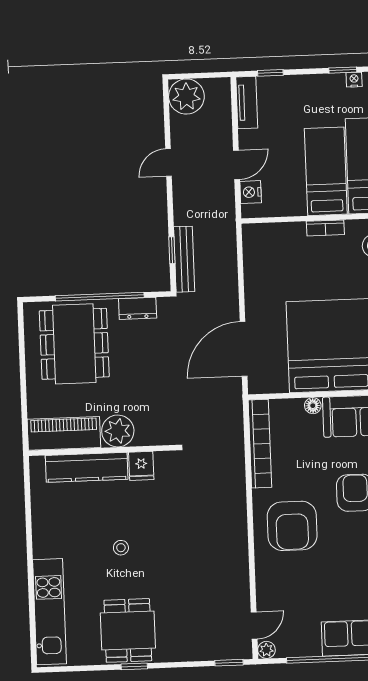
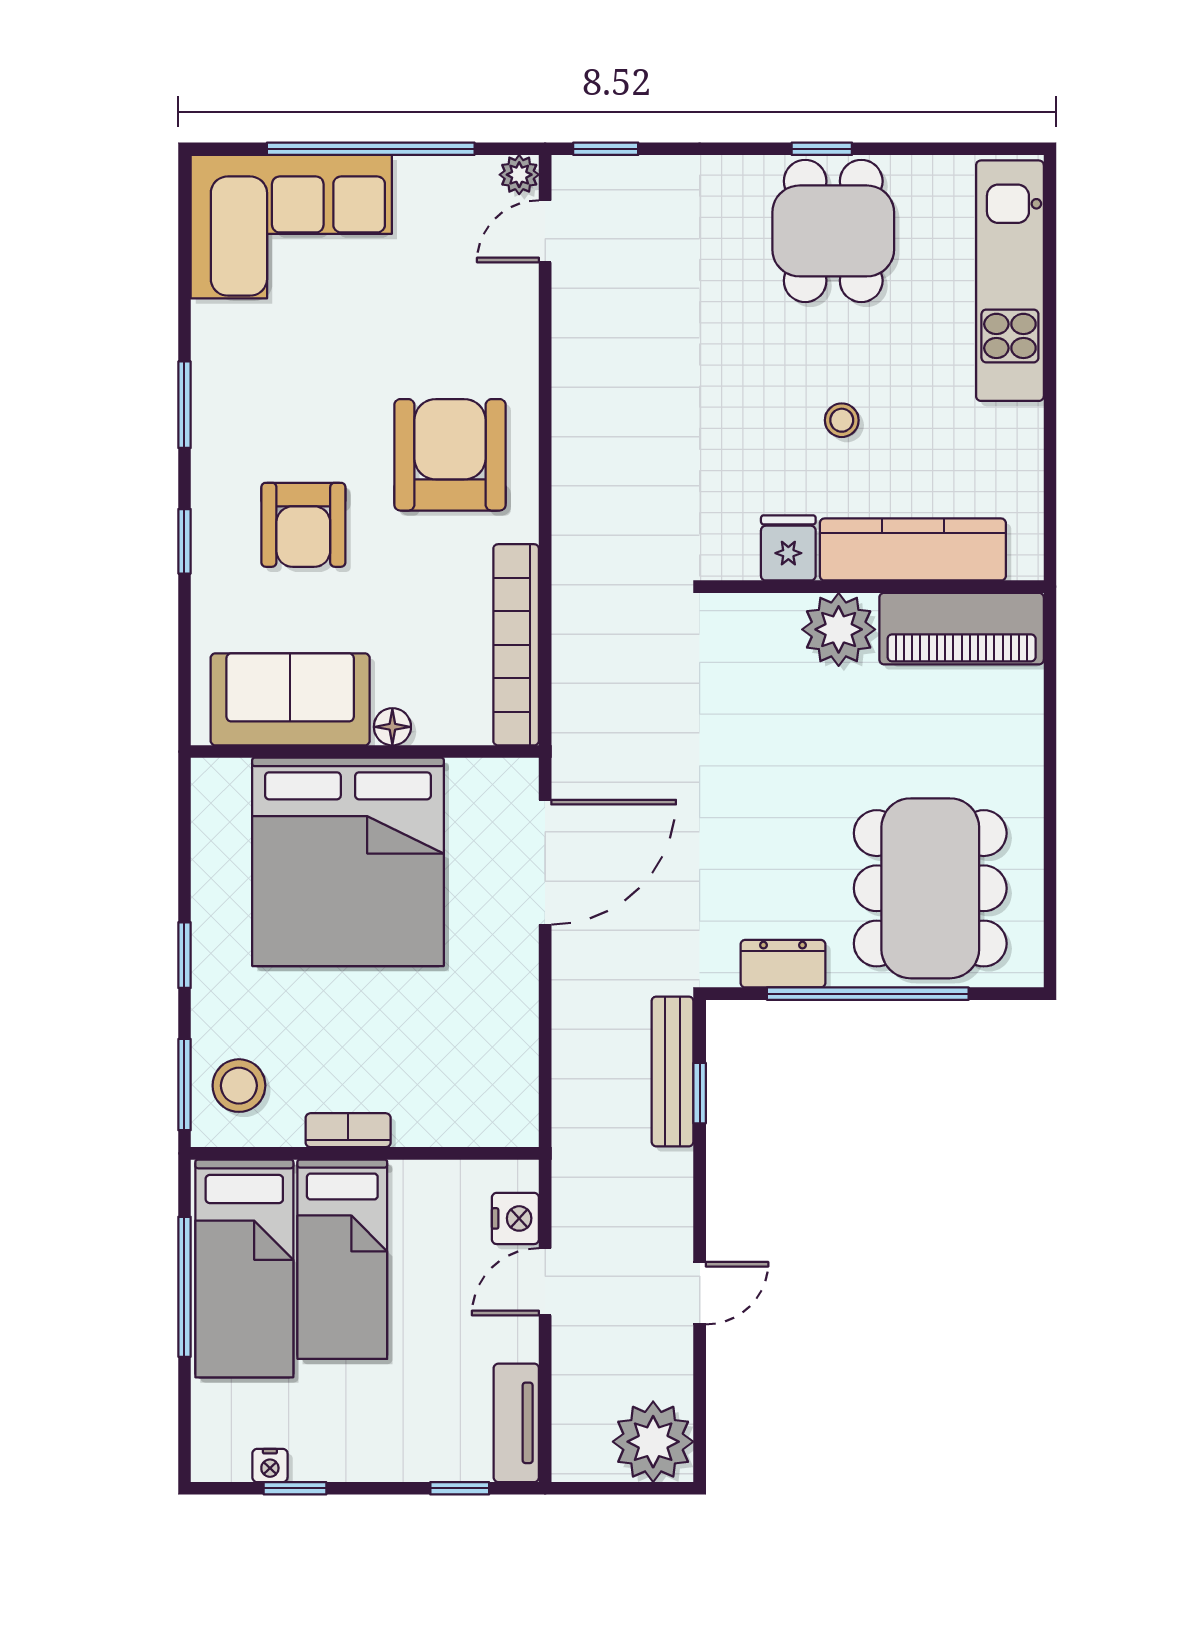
plant: (118, 431) -> (839, 629), moved
piano: (64, 433) -> (962, 629), moved
wall: (103, 450) -> (875, 587), moved
fridge: (141, 466) -> (788, 548), moved
kitchen counter: (87, 467) -> (913, 549), moved

